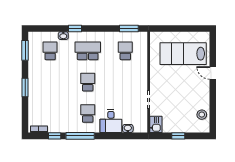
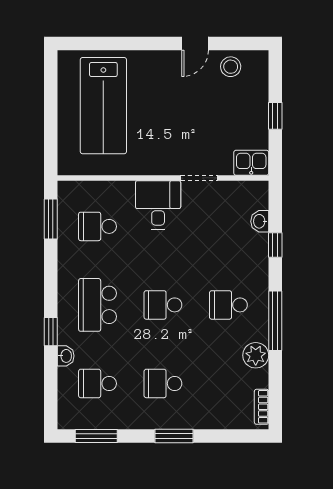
door: (213, 73) -> (195, 44), moved
school desk: (50, 82) -> (163, 383), added
desk: (111, 121) -> (158, 205), moved, turned -90
plant: (64, 127) -> (256, 355), added
window: (55, 136) -> (275, 245), moved

